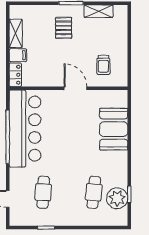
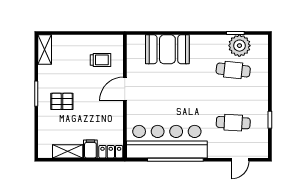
shelving: (99, 11) -> (45, 50), moved

